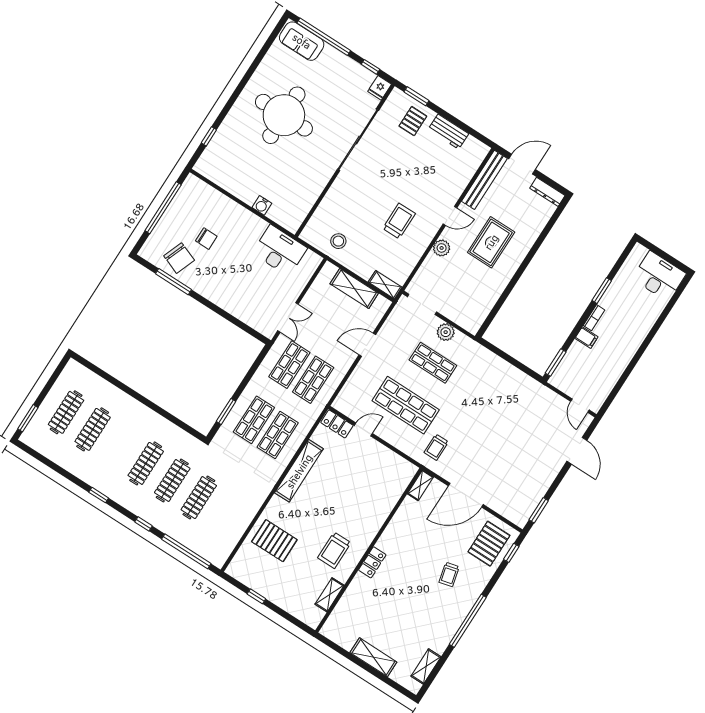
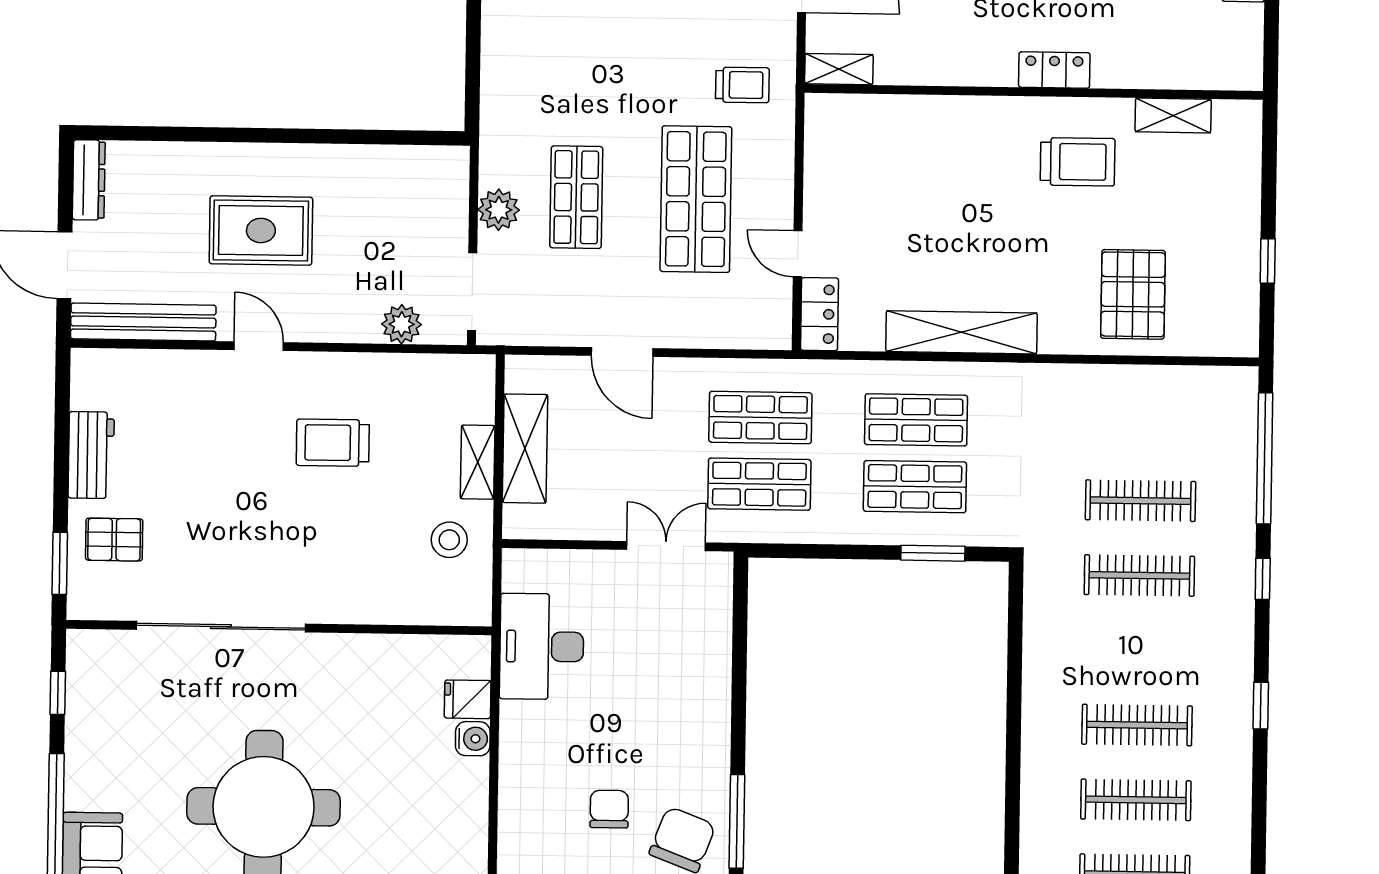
fridge: (380, 88) -> (468, 699), moved, turned 180
plant: (442, 248) -> (402, 324), moved
shelving: (385, 285) -> (478, 462), moved
clothes rail: (146, 463) -> (1137, 725), moved

